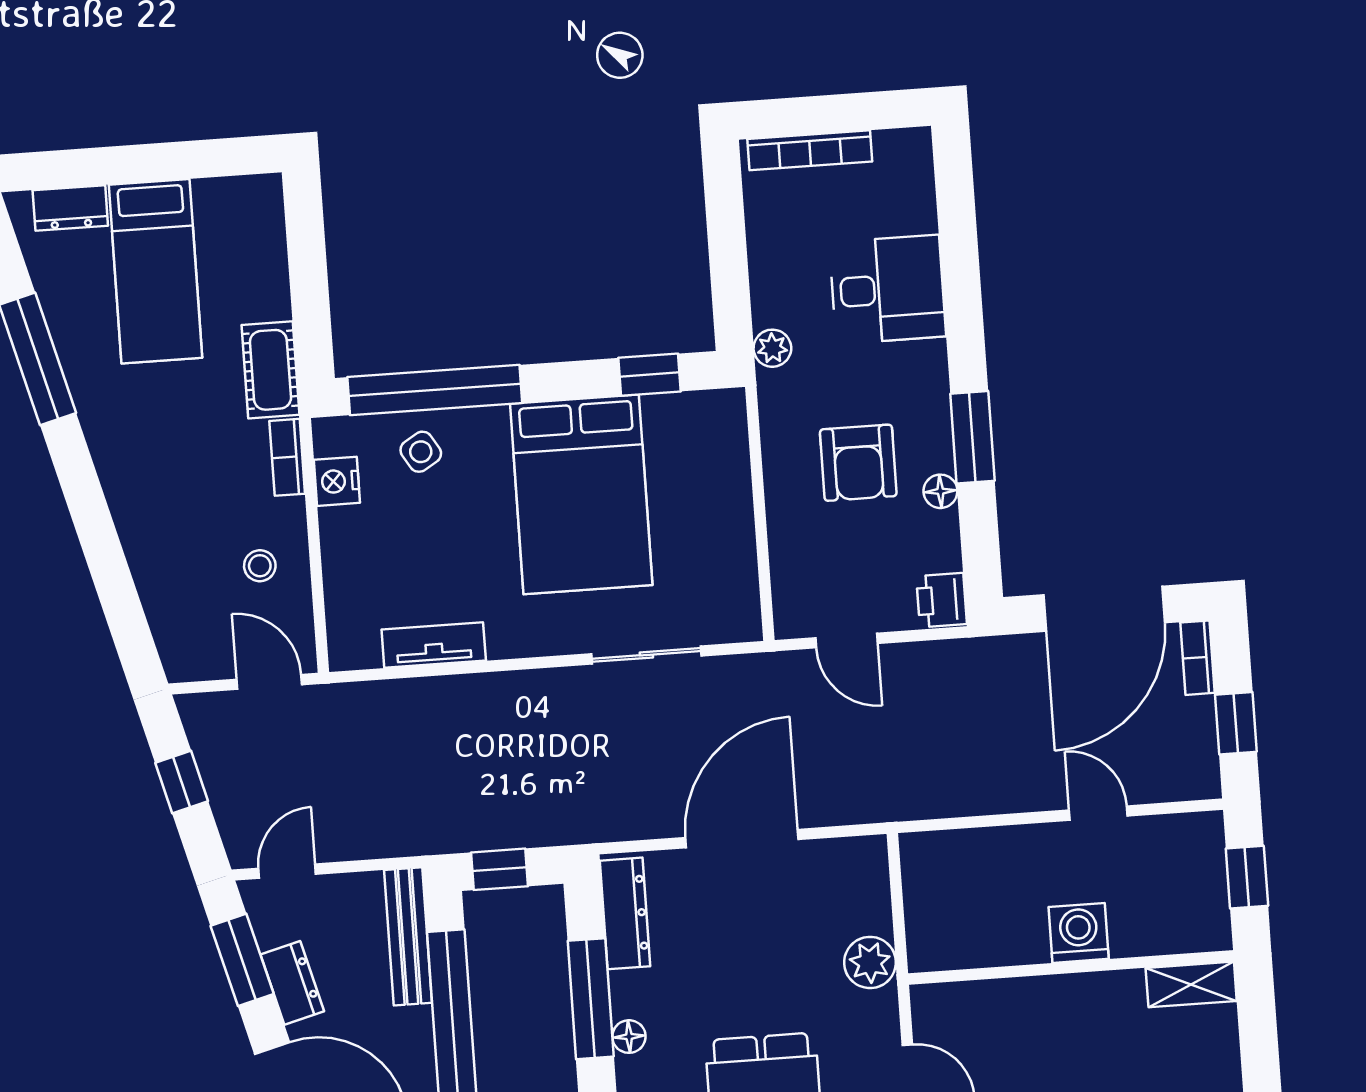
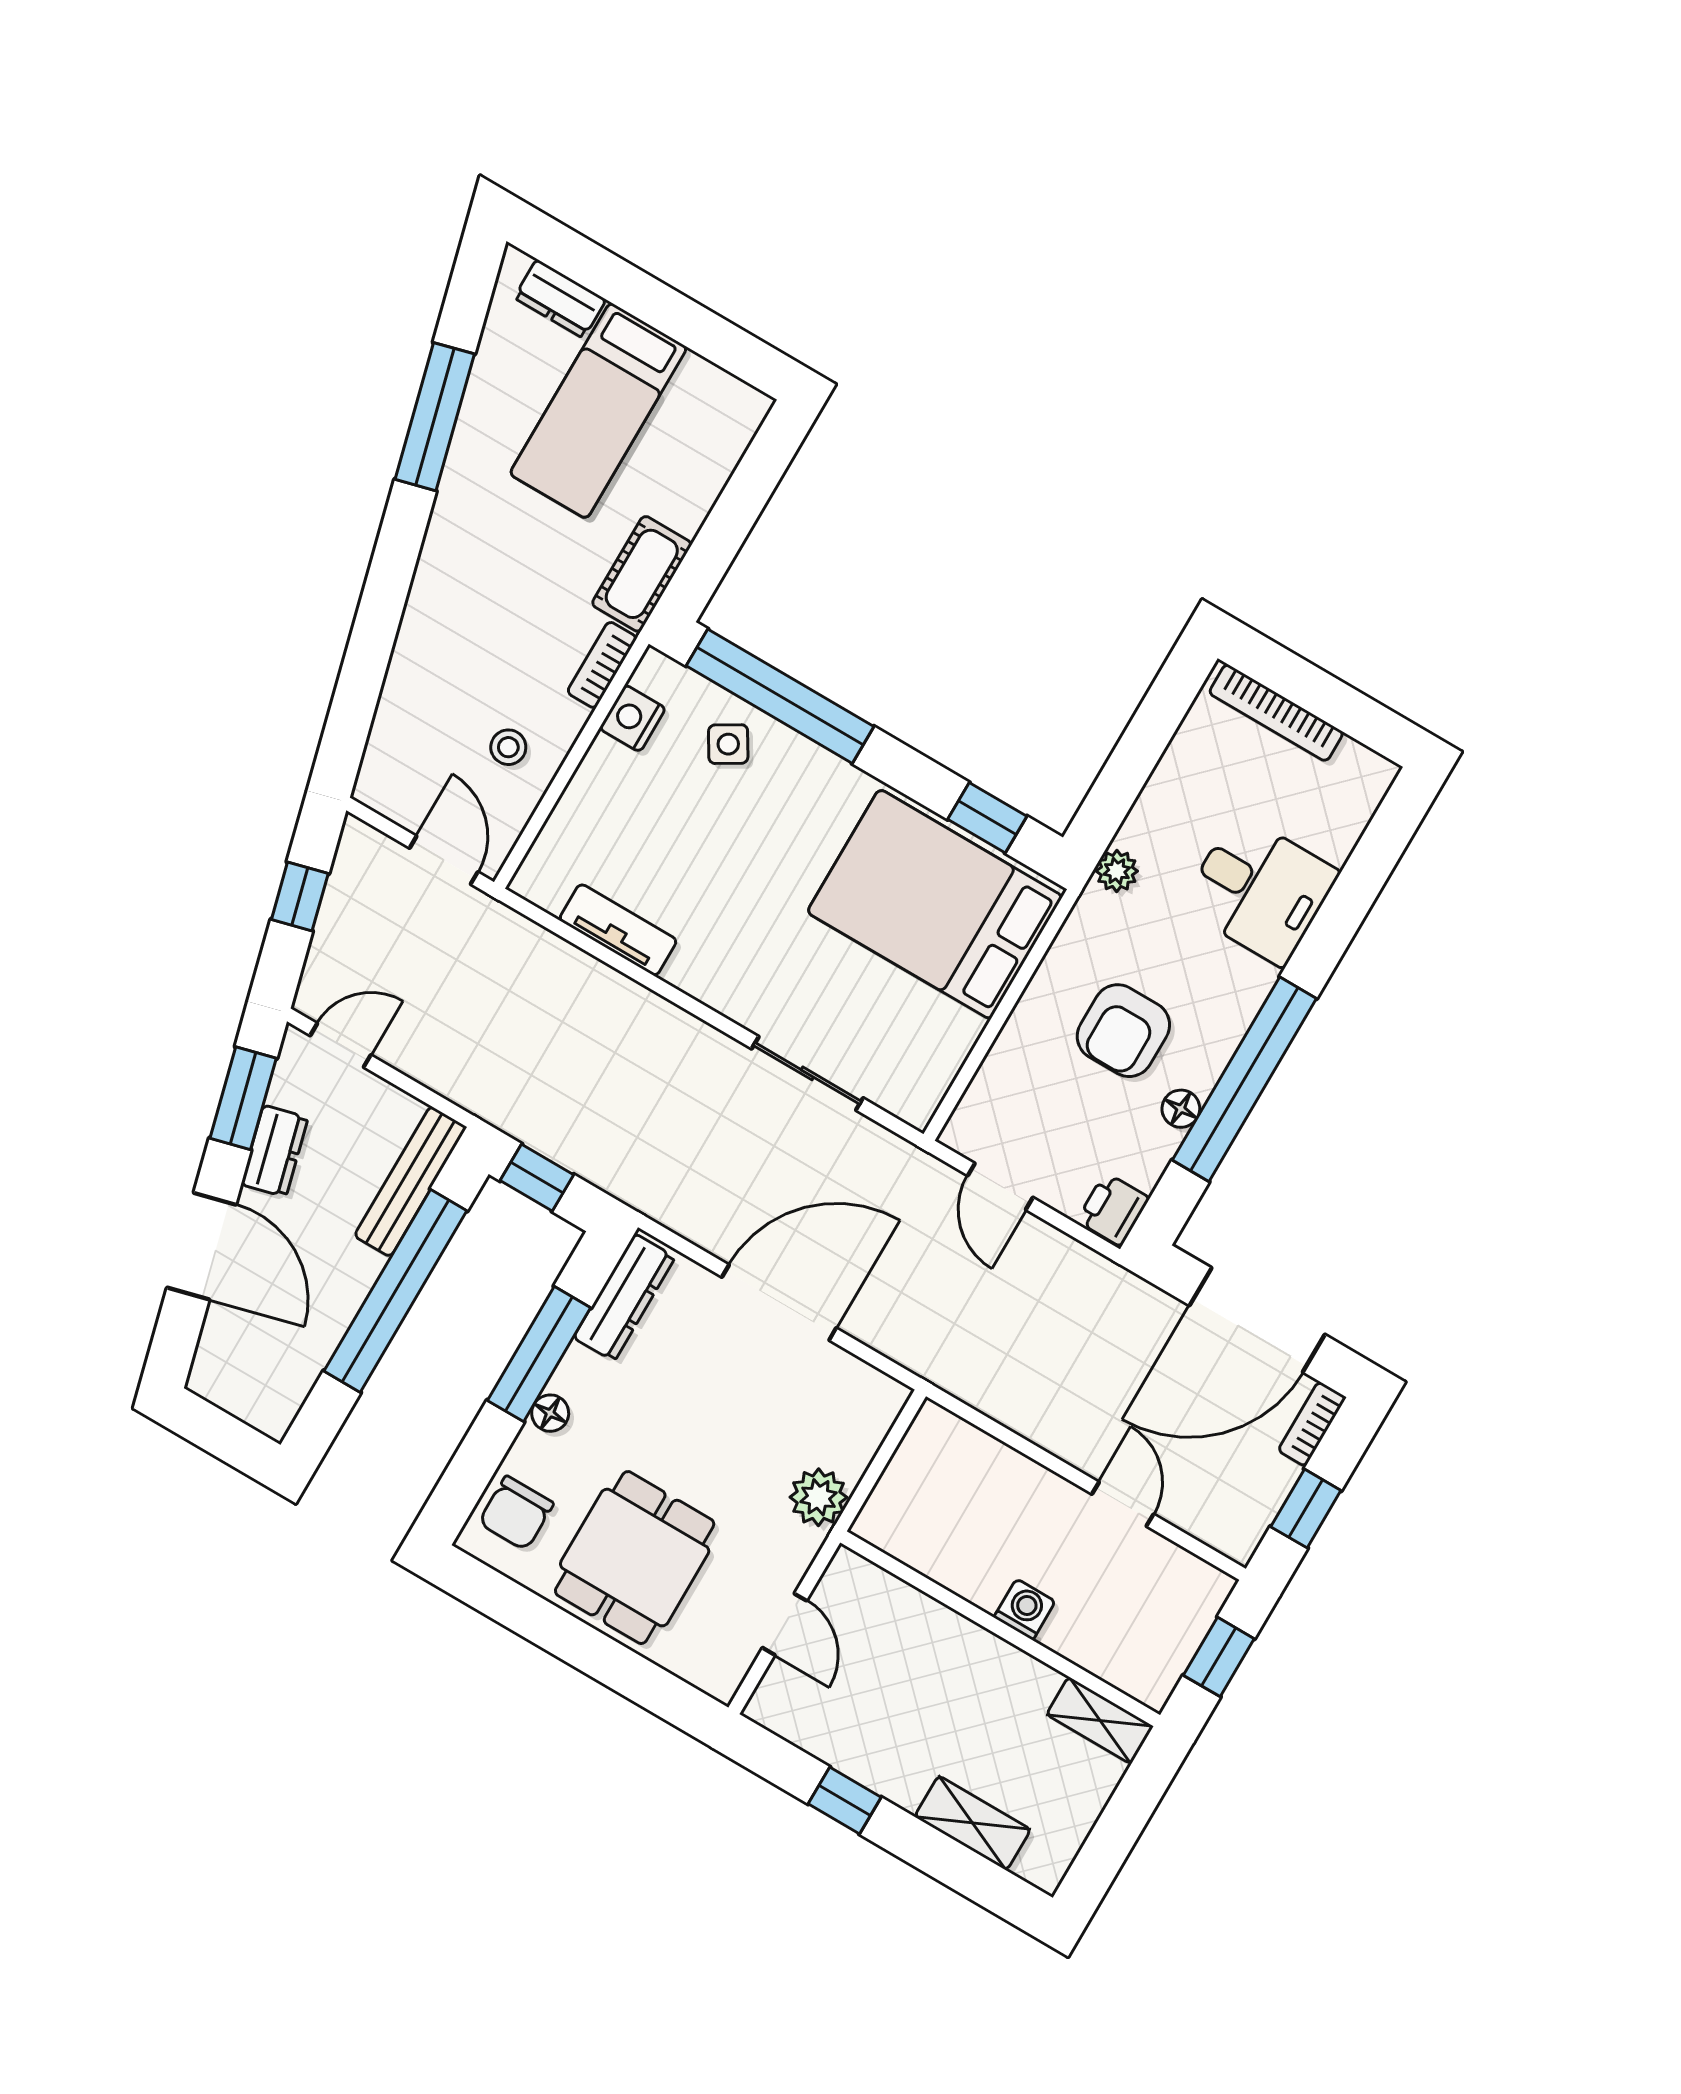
window: (972, 437) -> (1244, 1079), width x2.11
bed: (581, 494) -> (935, 904), moved, turned 90
washing machine: (1079, 933) -> (1025, 1609), width x0.73, depth x0.73

